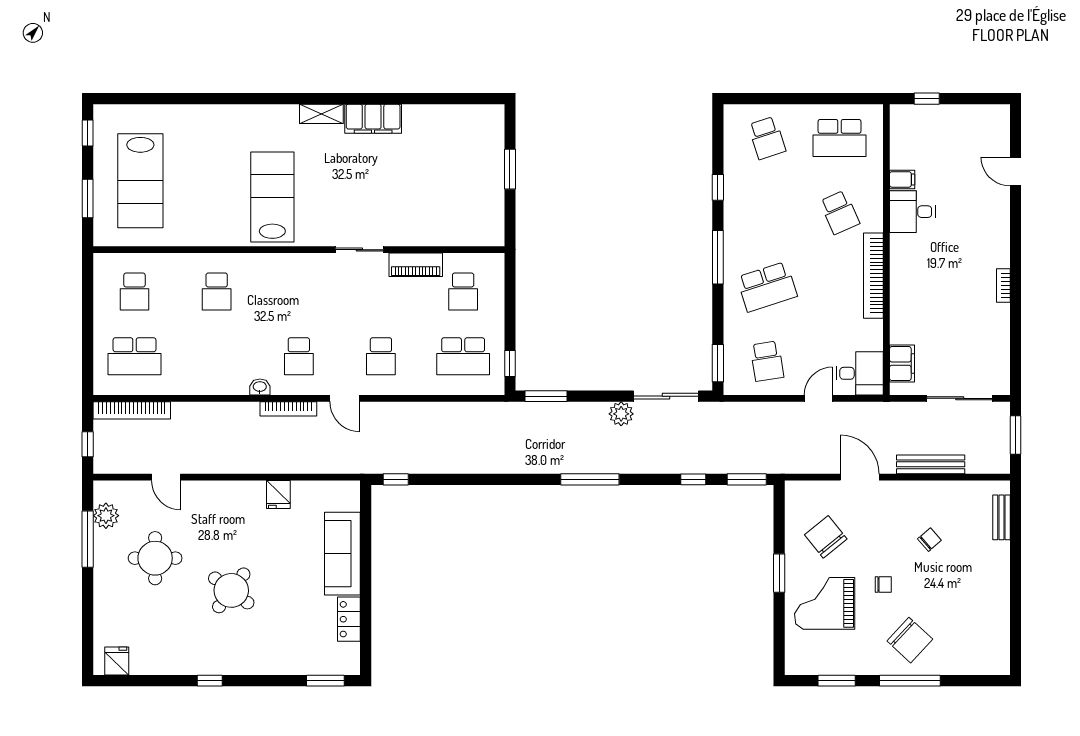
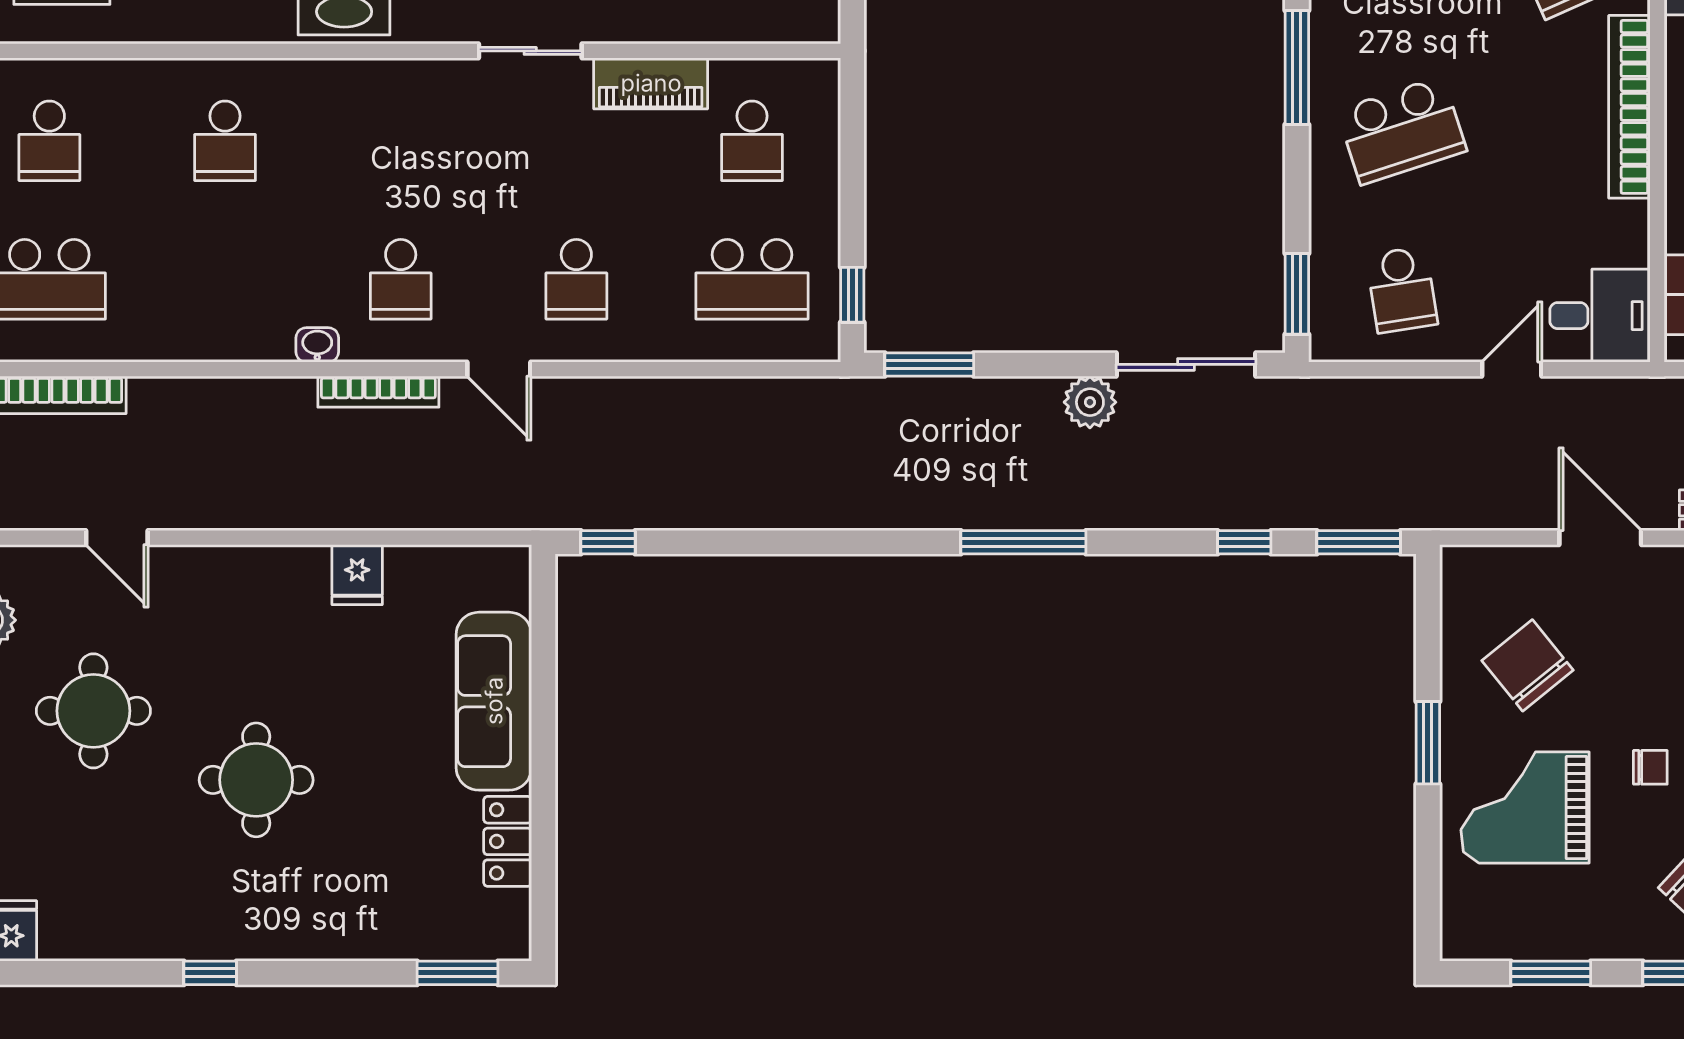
round table: (231, 590) -> (256, 780), turned -37

